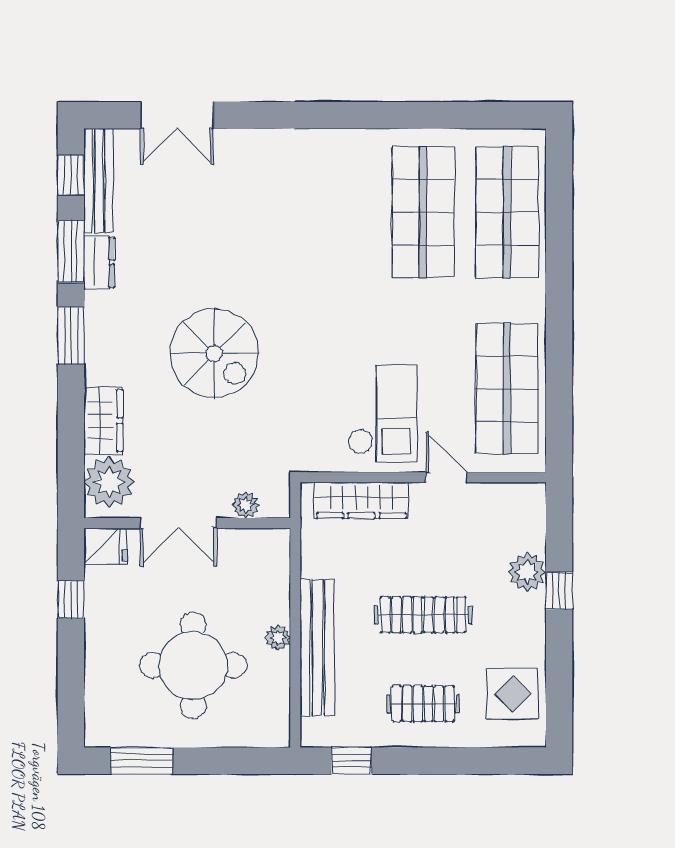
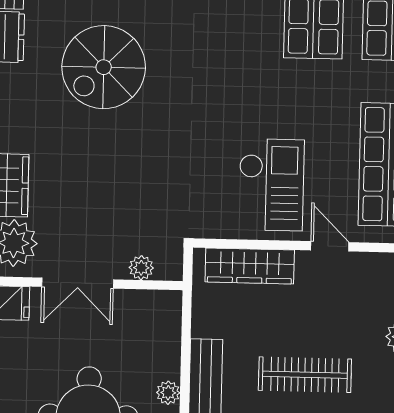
spiral stairs: (214, 353) -> (104, 67), moved, turned 90

